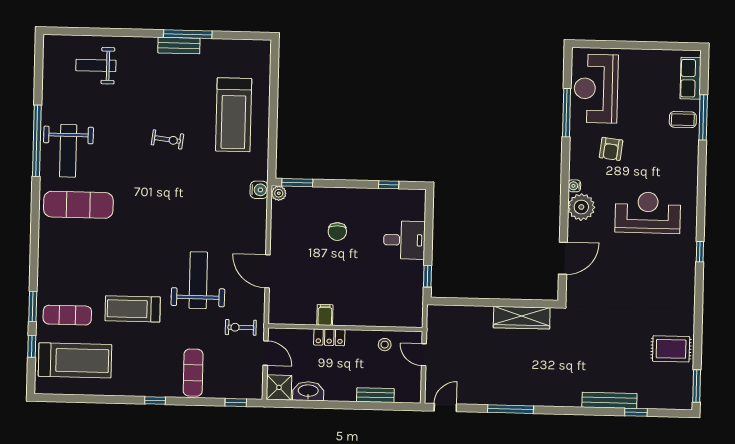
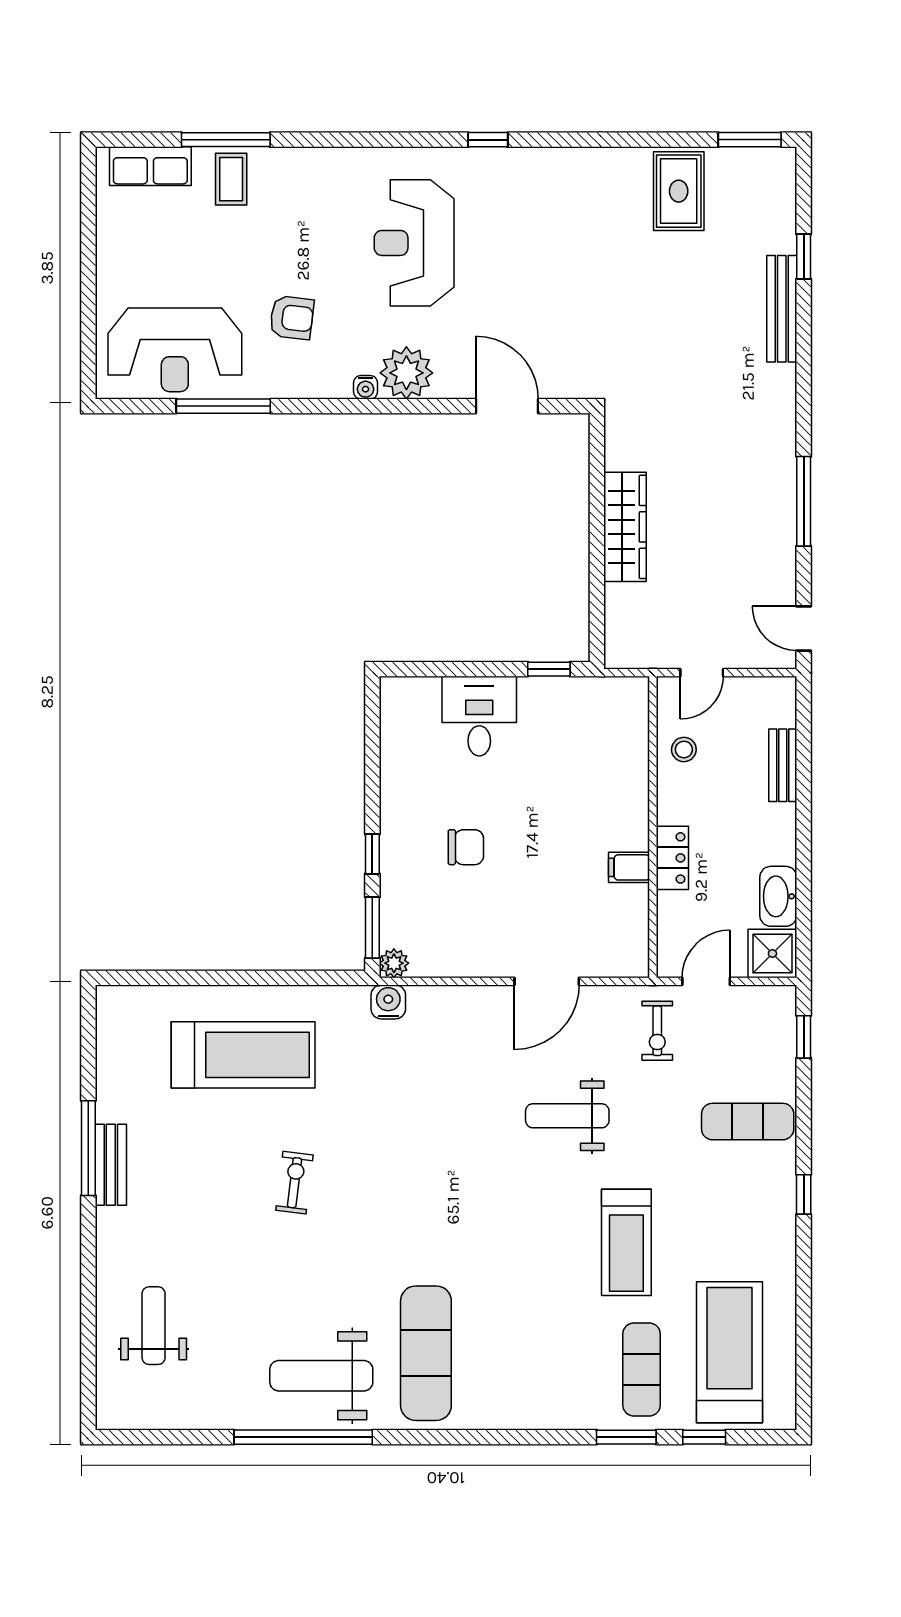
weight bench: (96, 65) -> (154, 1326), turned 180
weight bench: (68, 151) -> (321, 1376), turned 180
window: (389, 185) -> (372, 854), moved
weight bench: (198, 280) -> (567, 1116), width x0.73, depth x0.75
wardrobe: (522, 318) -> (625, 527), moved

